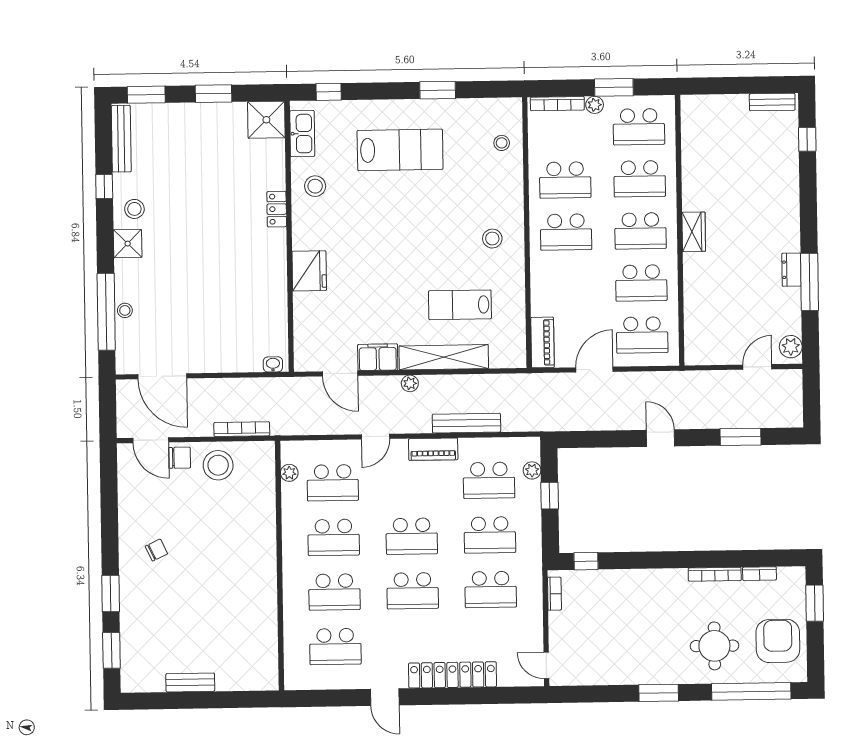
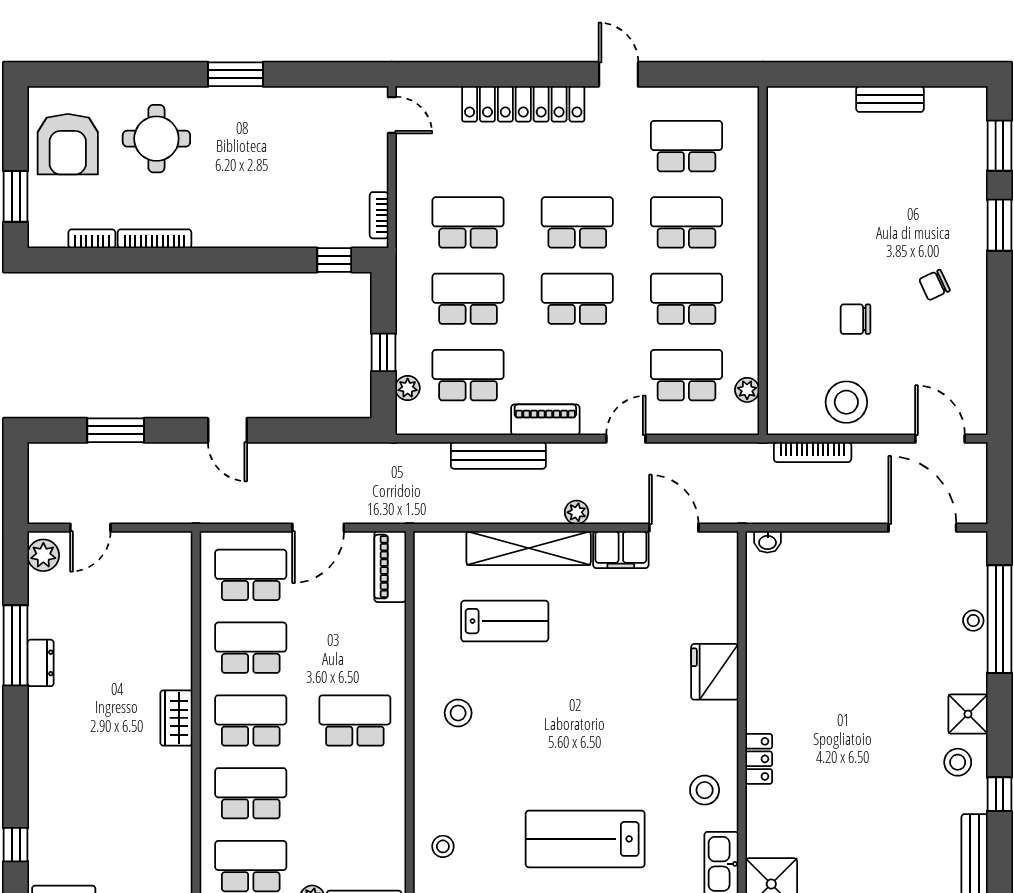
school desk: (565, 180) -> (355, 793), removed
chair: (180, 458) -> (855, 319), moved
window: (751, 691) -> (106, 74), removed

